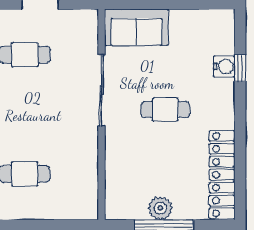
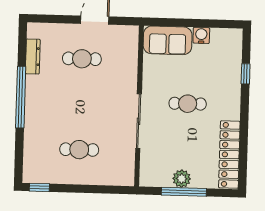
water cooler: (224, 66) -> (201, 35), moved, turned -90
sliding door: (101, 90) -> (139, 121), moved

